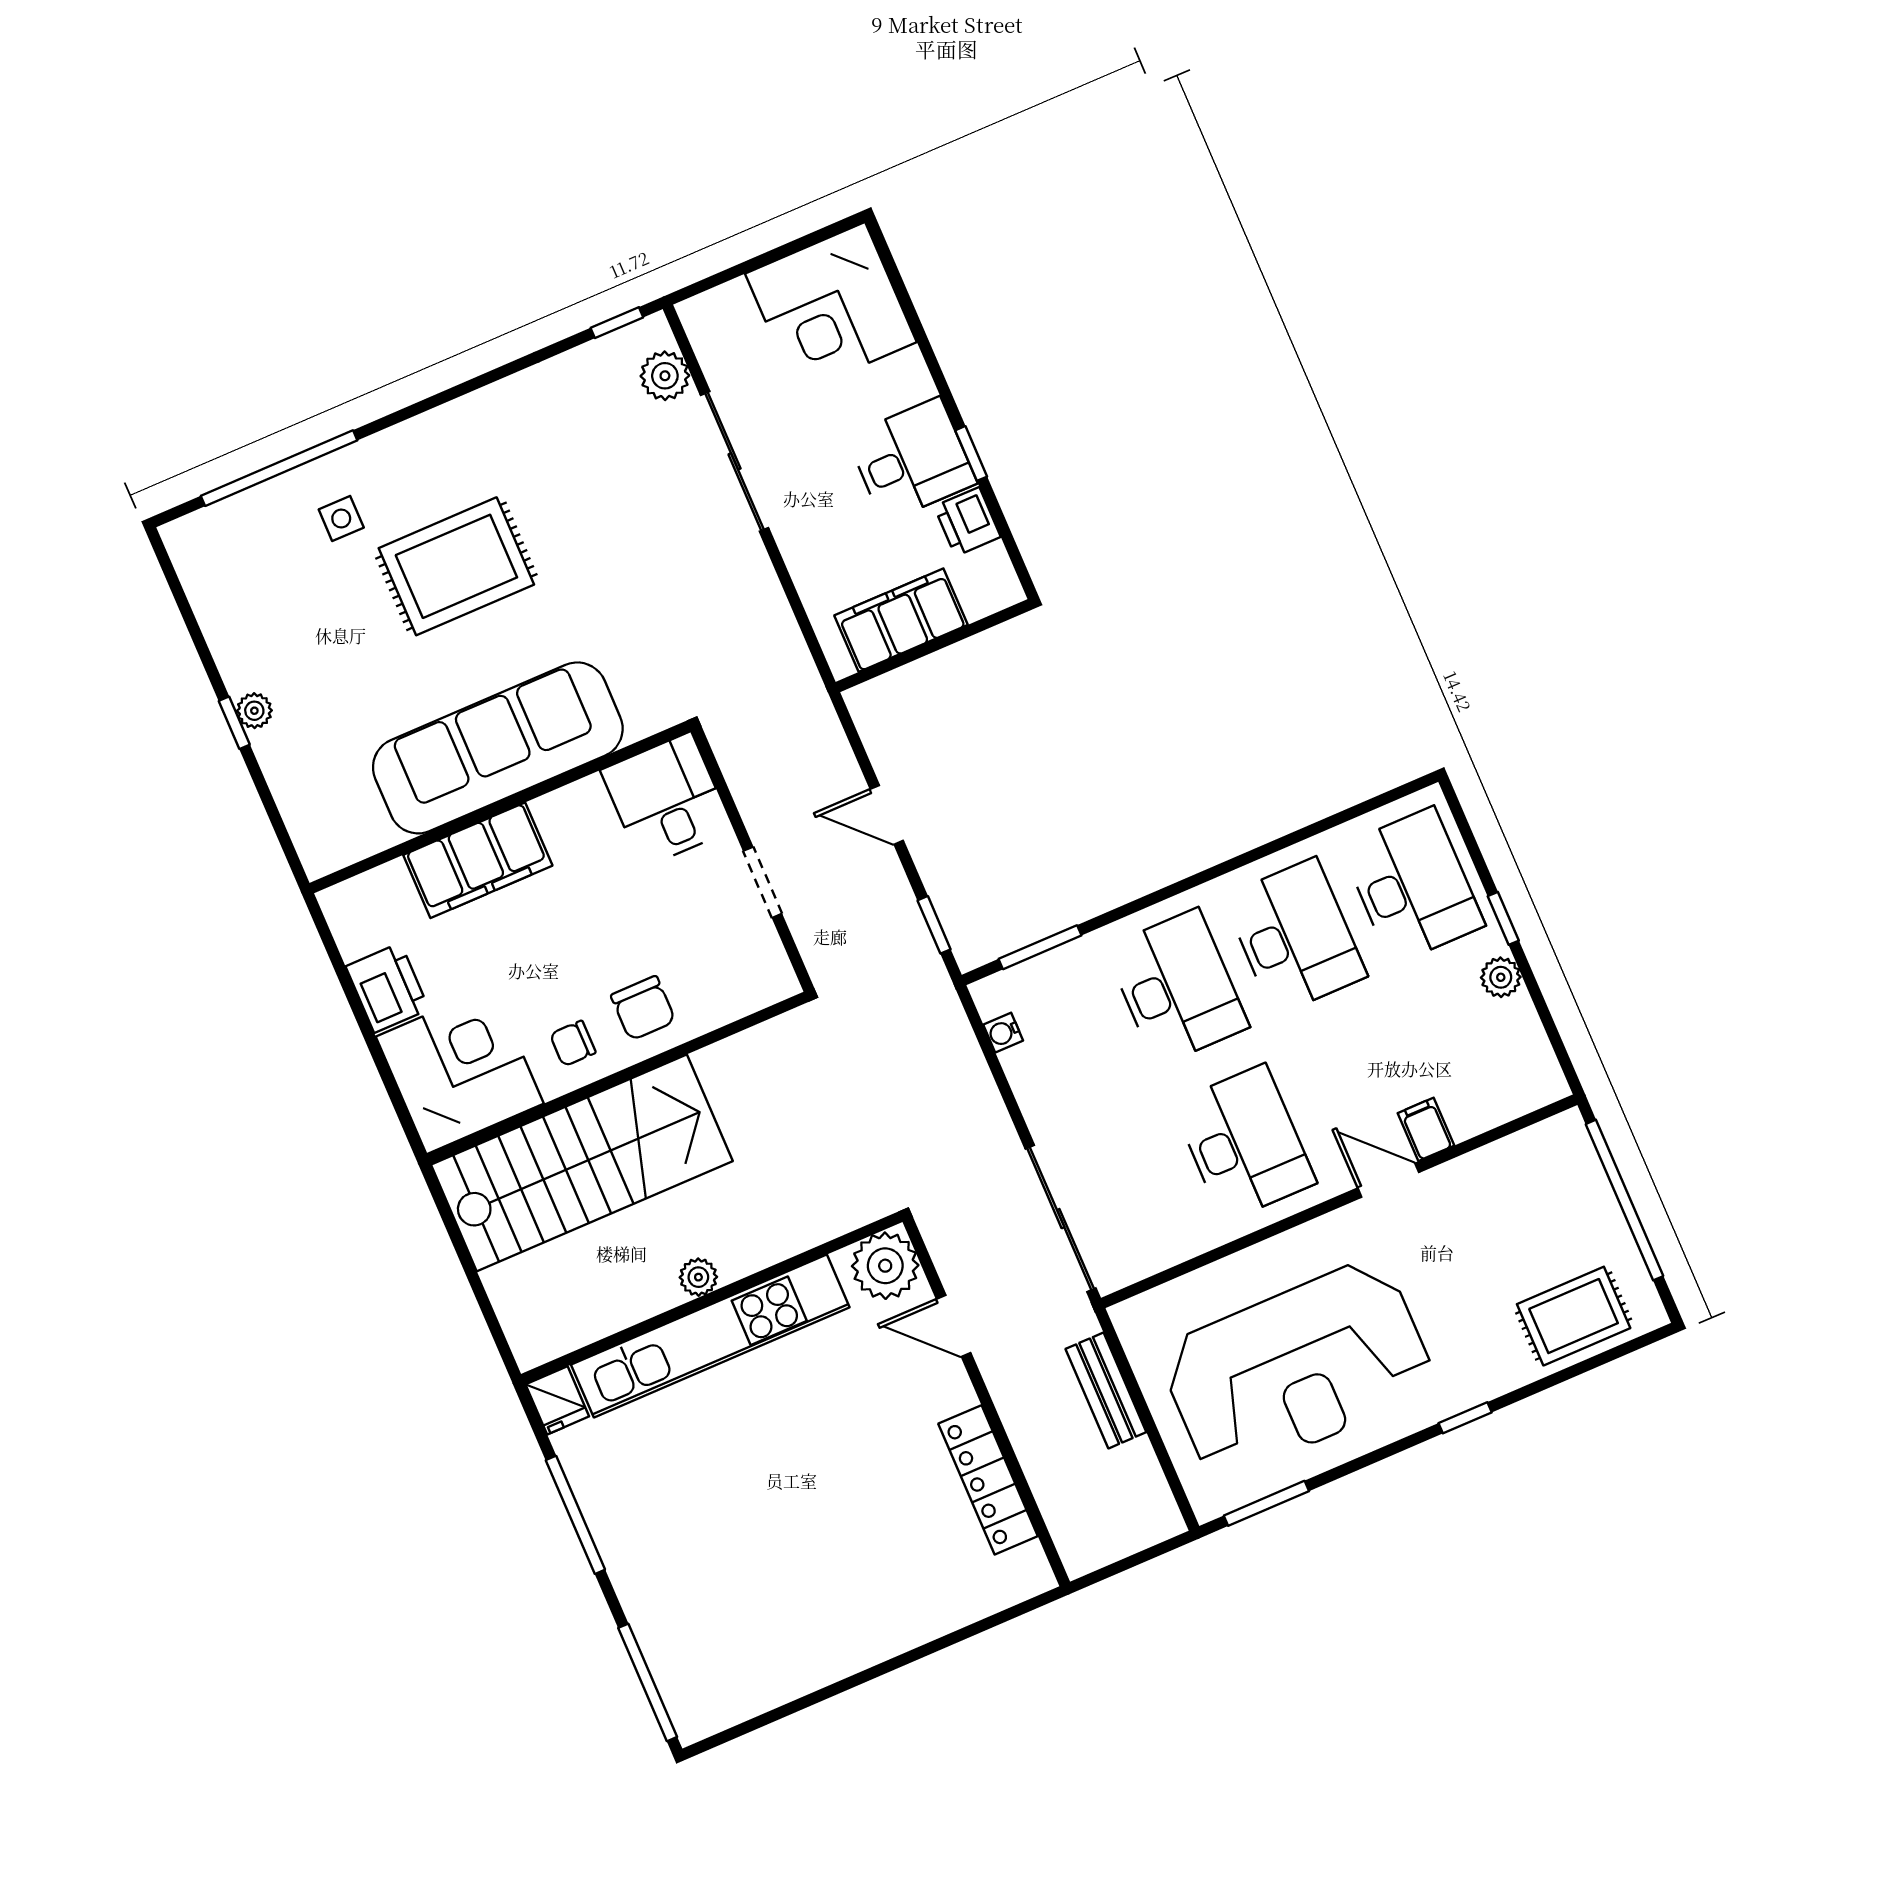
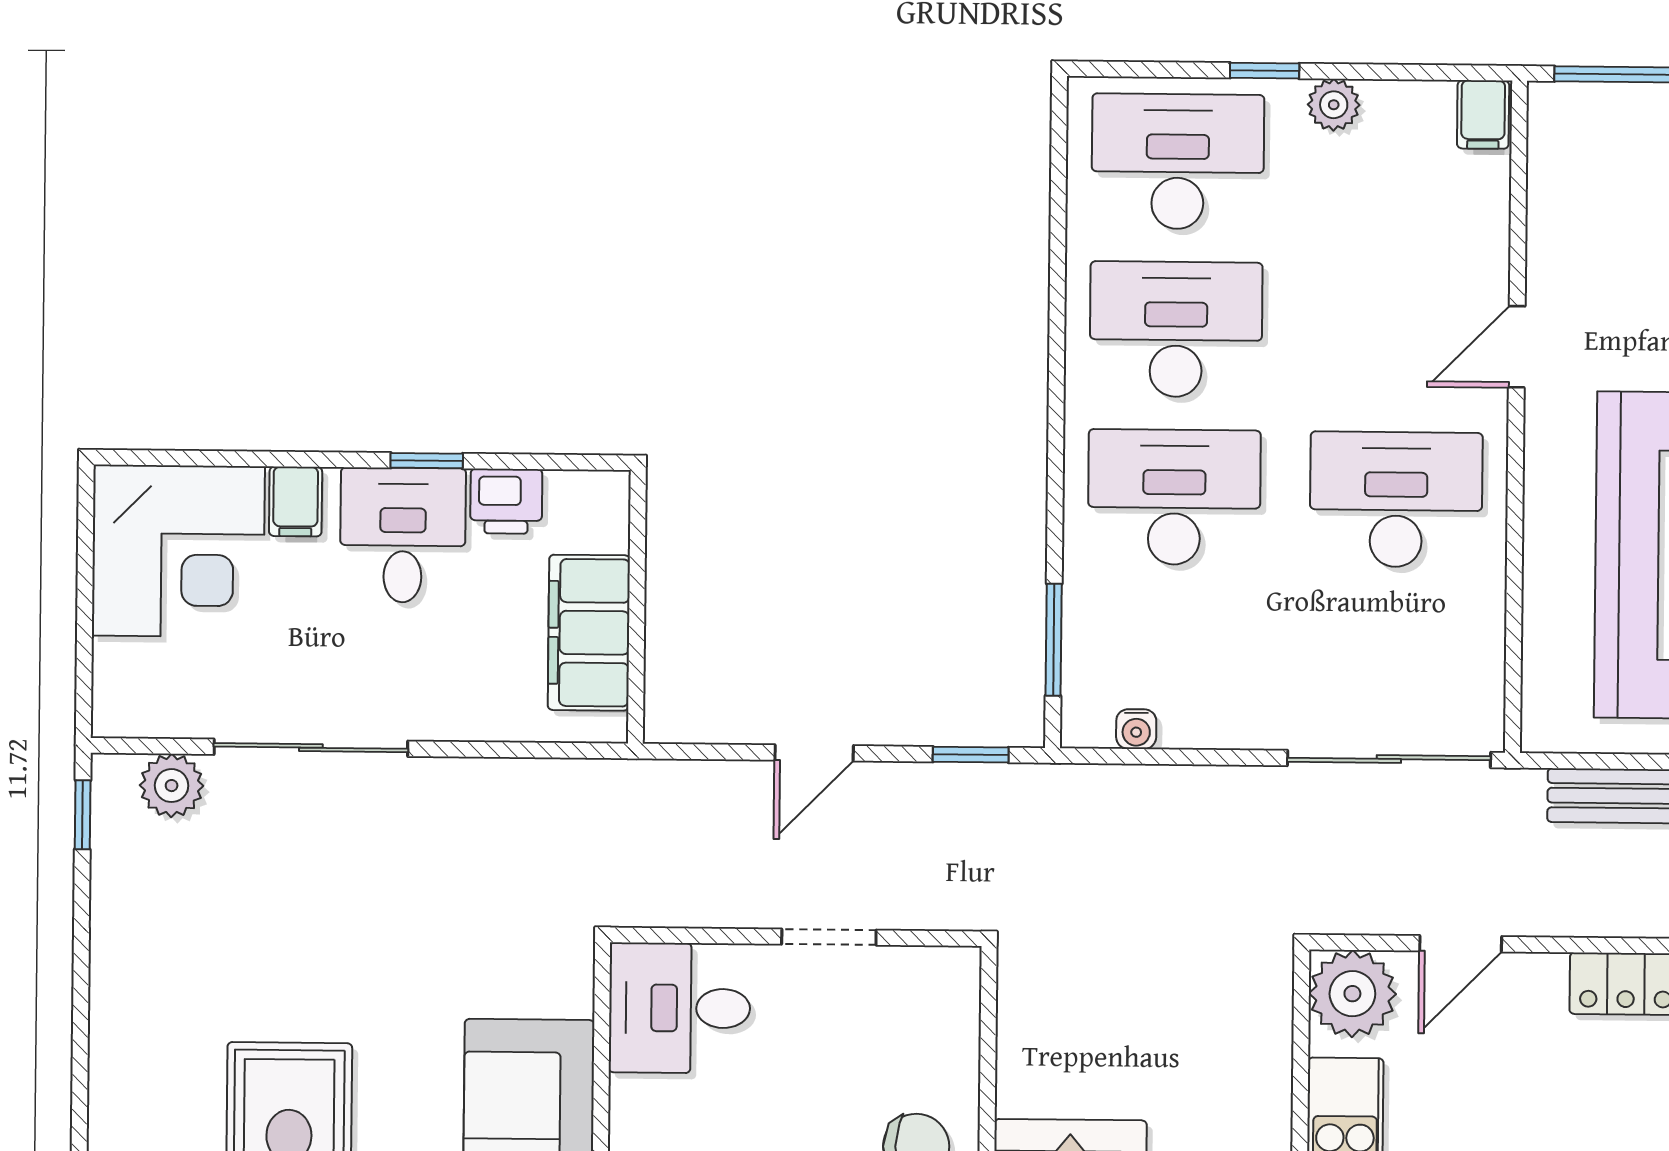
filing cabinet: (902, 374) -> (296, 501), added
filing cabinet: (1426, 1129) -> (1483, 115), moved, turned -90

